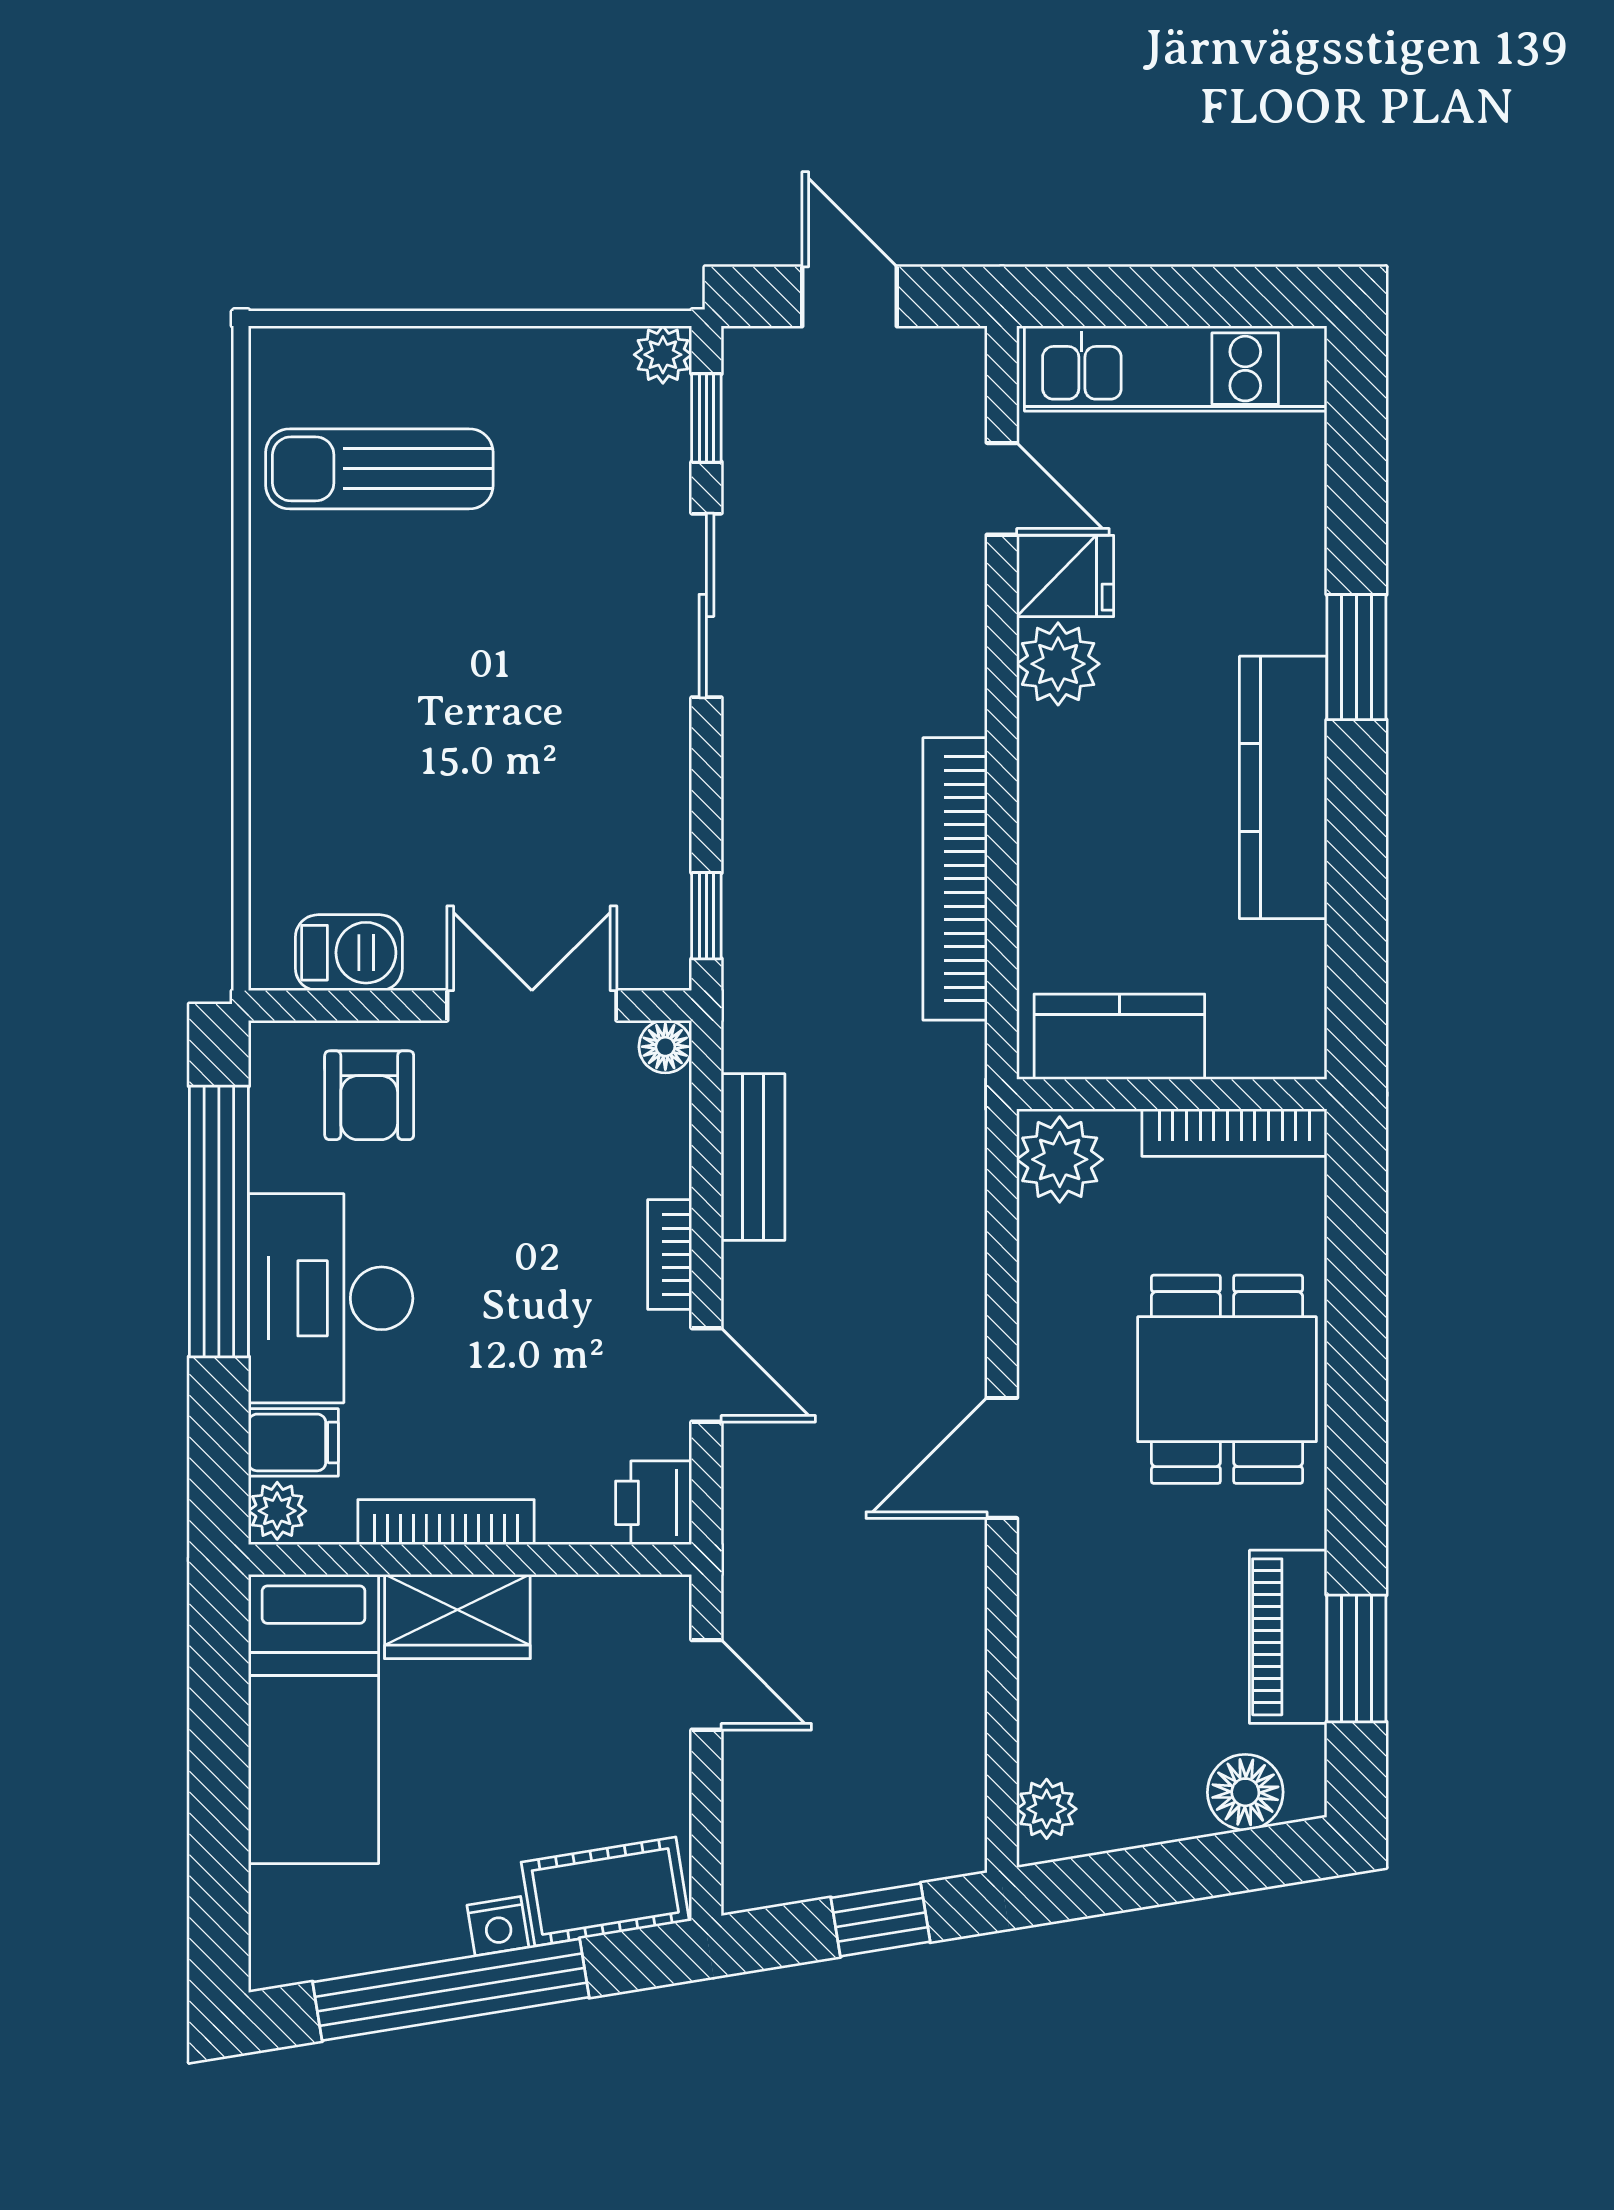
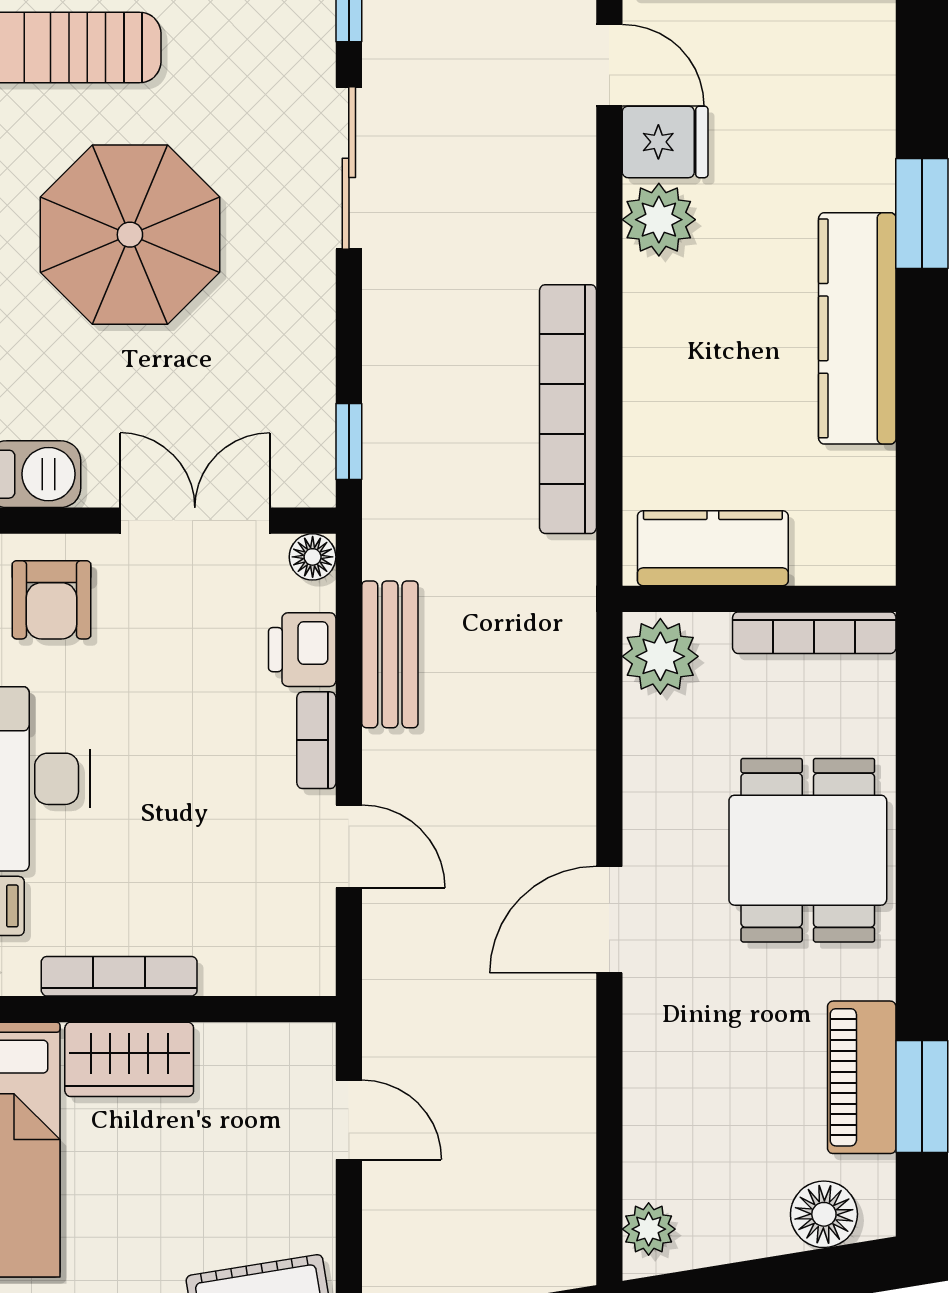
parasol: (458, 681) -> (130, 235), added
printer: (654, 1503) -> (302, 650), moved

